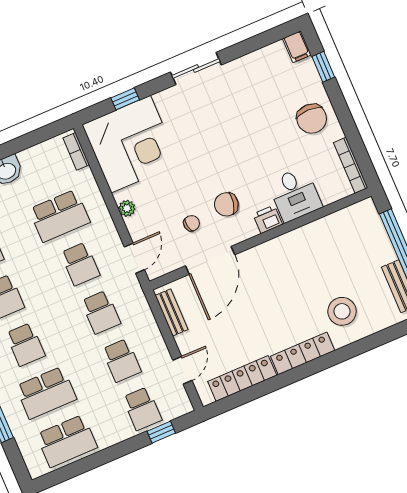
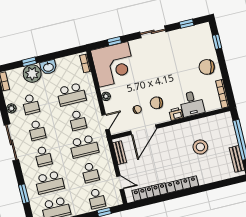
window: (259, 42) -> (187, 24), added
filing cabinet: (297, 47) -> (205, 30), removed
chair: (312, 119) -> (207, 67), turned 103
stool: (342, 311) -> (200, 147), moved
school desk: (101, 312) -> (84, 146), width x1.85
door: (182, 370) -> (120, 183), hinge flipped

